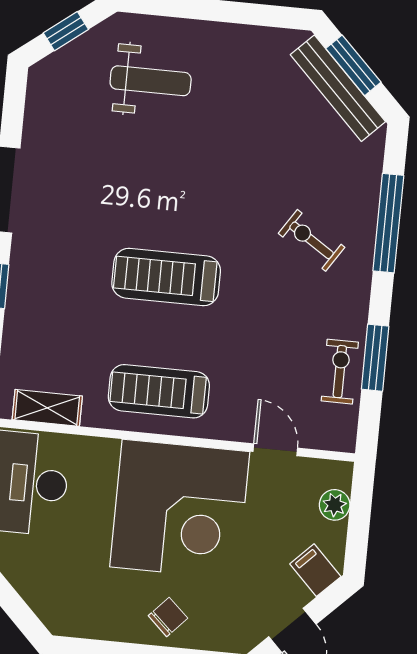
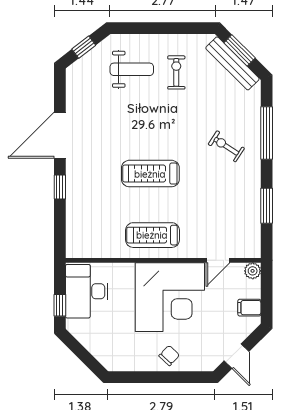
exercise bike: (340, 372) -> (176, 72), moved
shelving: (47, 408) -> (94, 250), removed
door: (275, 450) -> (218, 260), swing flipped
plant: (335, 505) -> (253, 271), moved
filing cabinet: (315, 570) -> (249, 308), moved, turned -45

